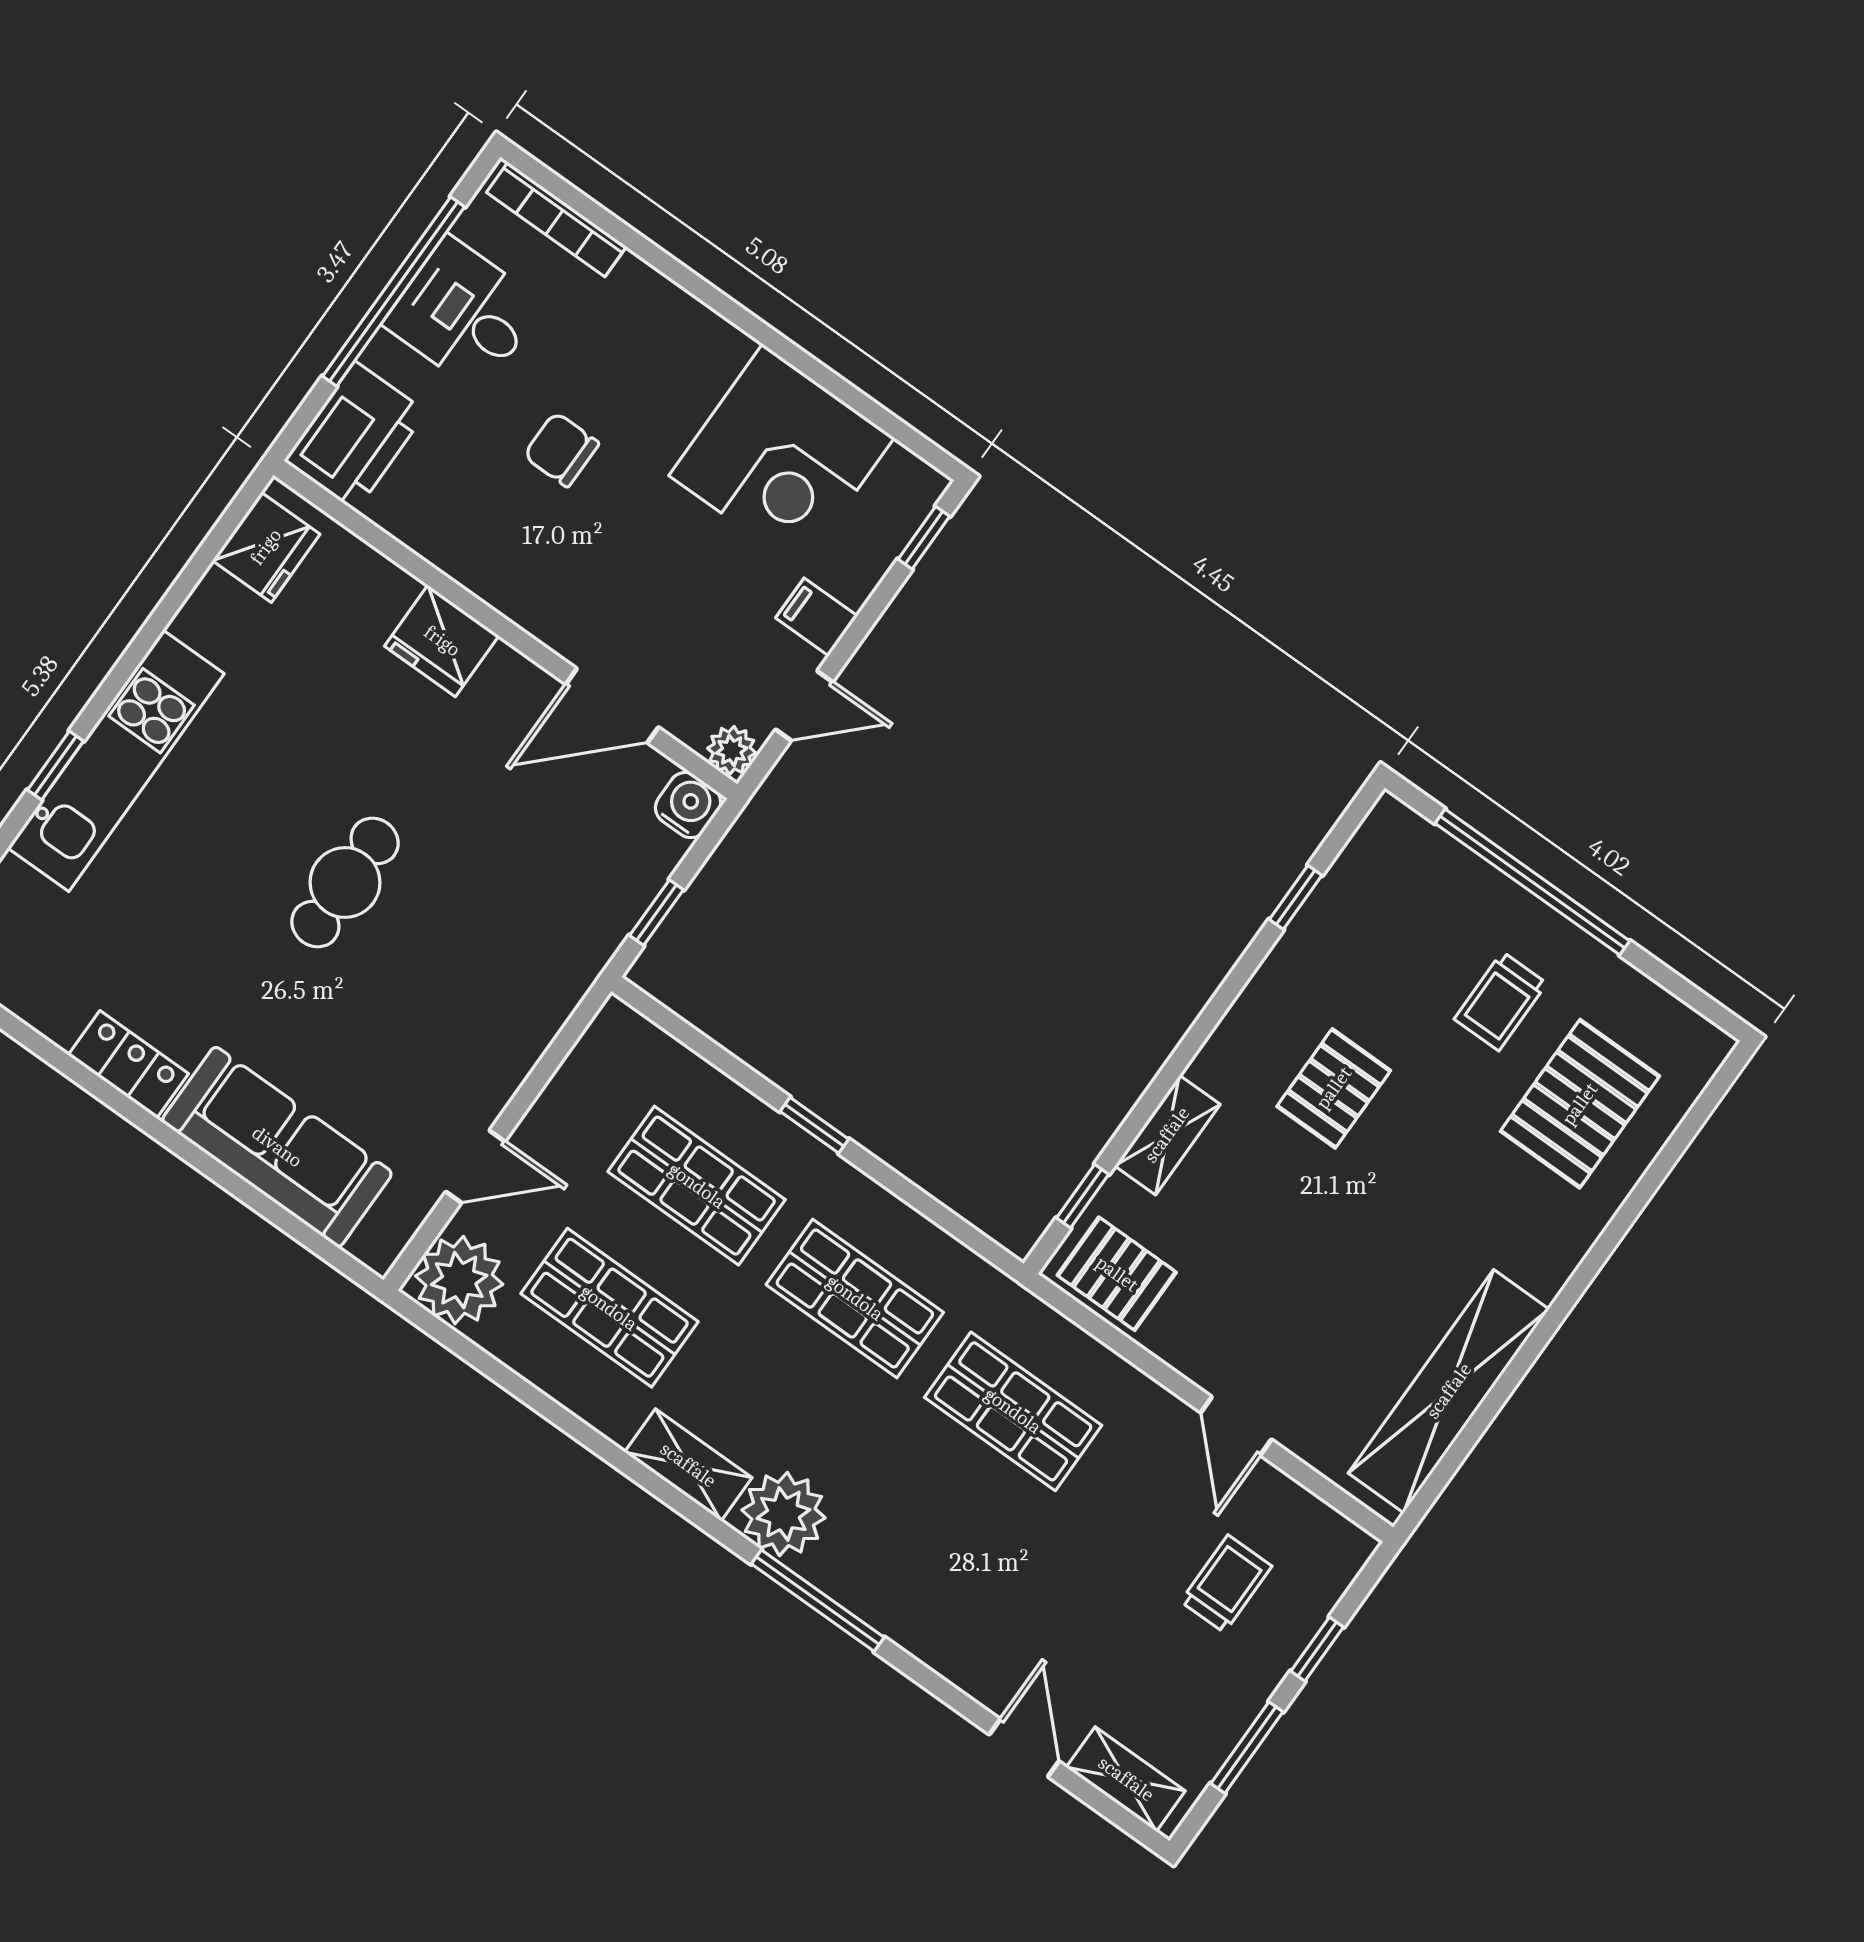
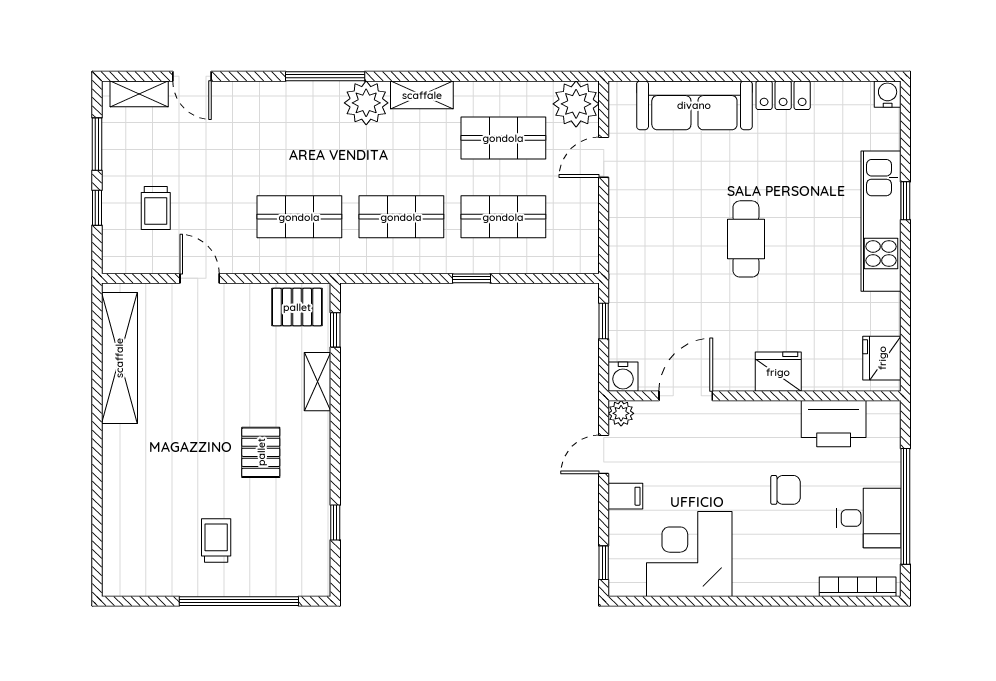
printer: (355, 436) -> (834, 424), moved, turned -90
pallet: (1580, 1104) -> (151, 521), removed

